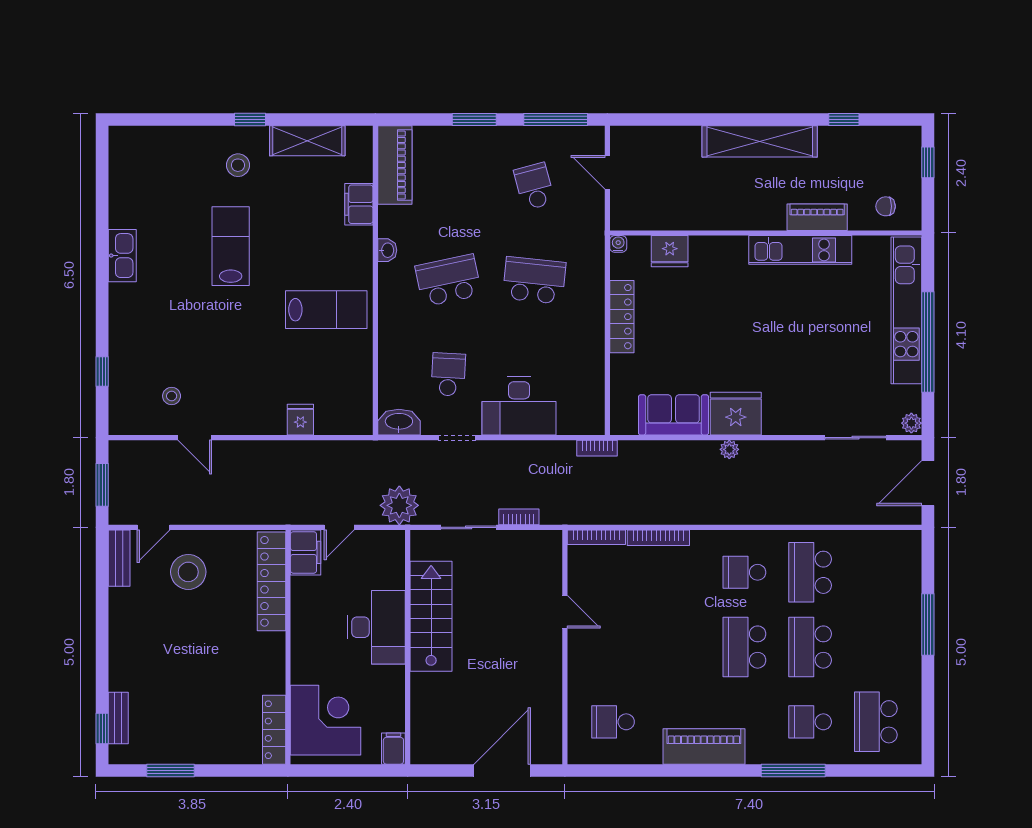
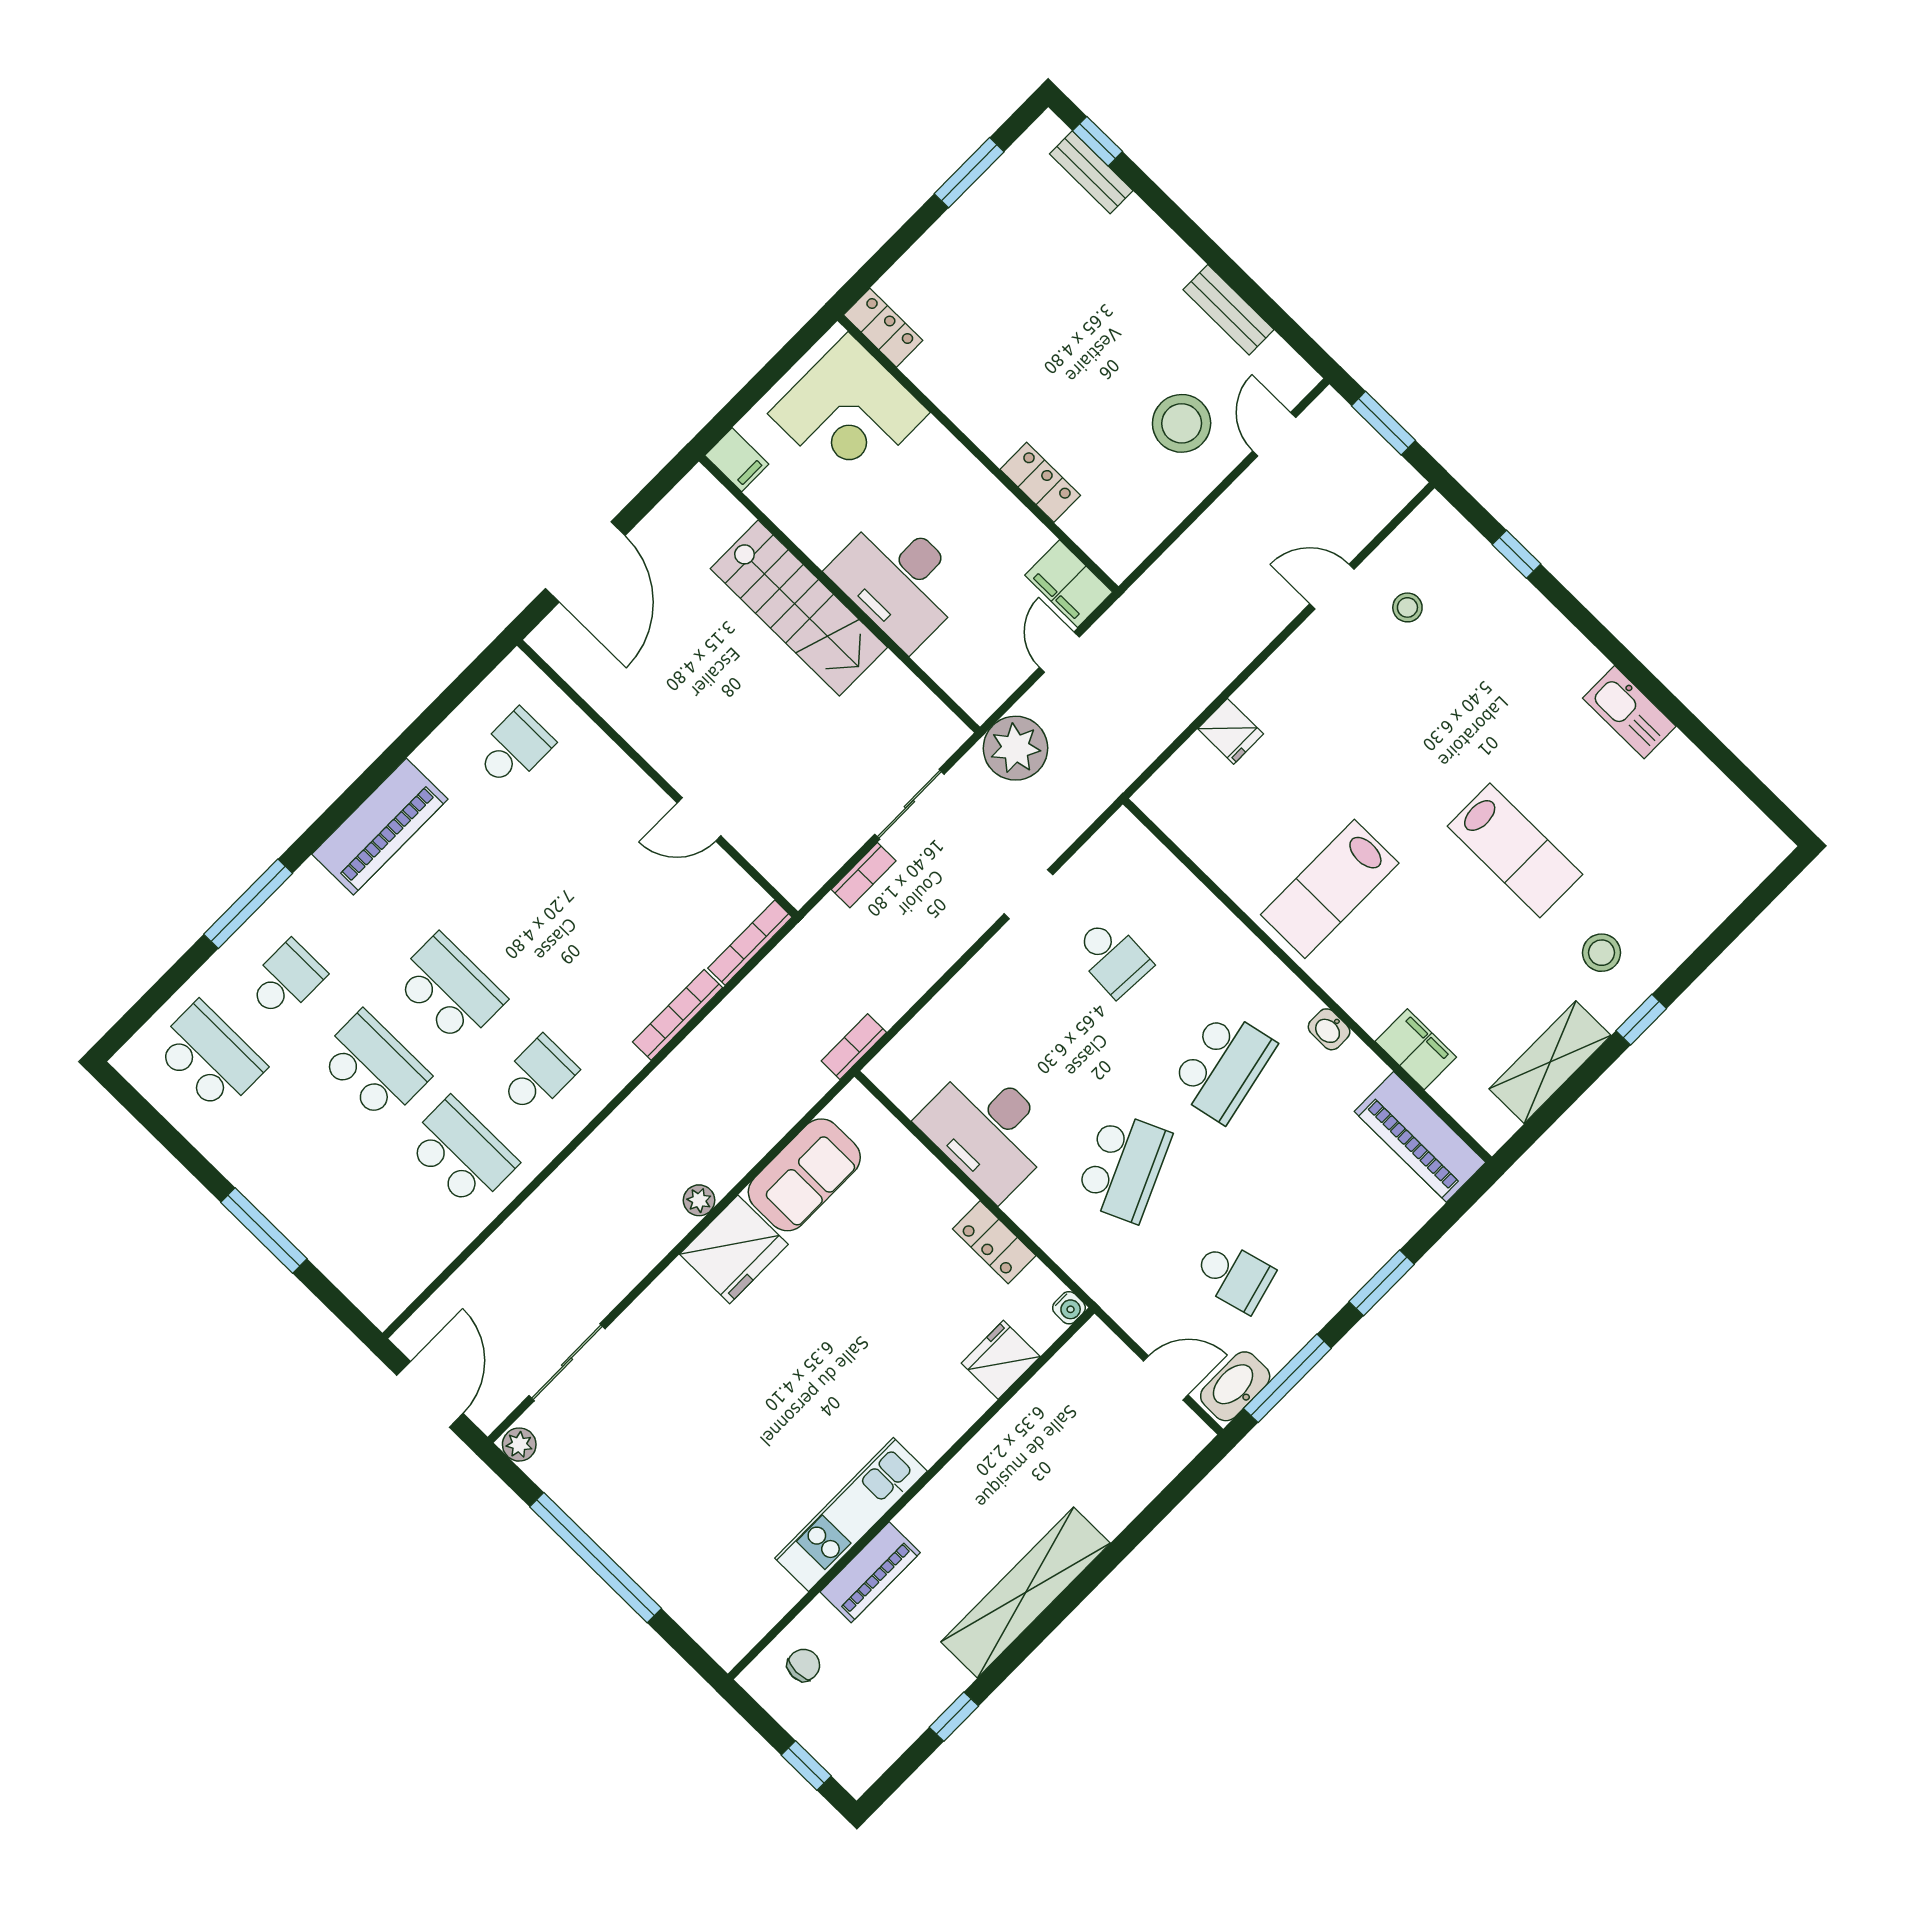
school desk: (534, 280) -> (1123, 1167), turned -30
kitchen unit: (906, 310) -> (657, 1569), removed
locker: (622, 317) -> (994, 1242), width x0.66
desk: (519, 406) -> (988, 1130), moved, turned -90
washbasin: (399, 422) -> (1235, 1386), moved, turned 180
bench: (119, 558) -> (1228, 310), moved
locker: (271, 581) -> (1040, 482), width x0.46, depth x0.83
stairs: (431, 616) -> (799, 608), moved
locker: (274, 730) -> (883, 328), width x0.66

